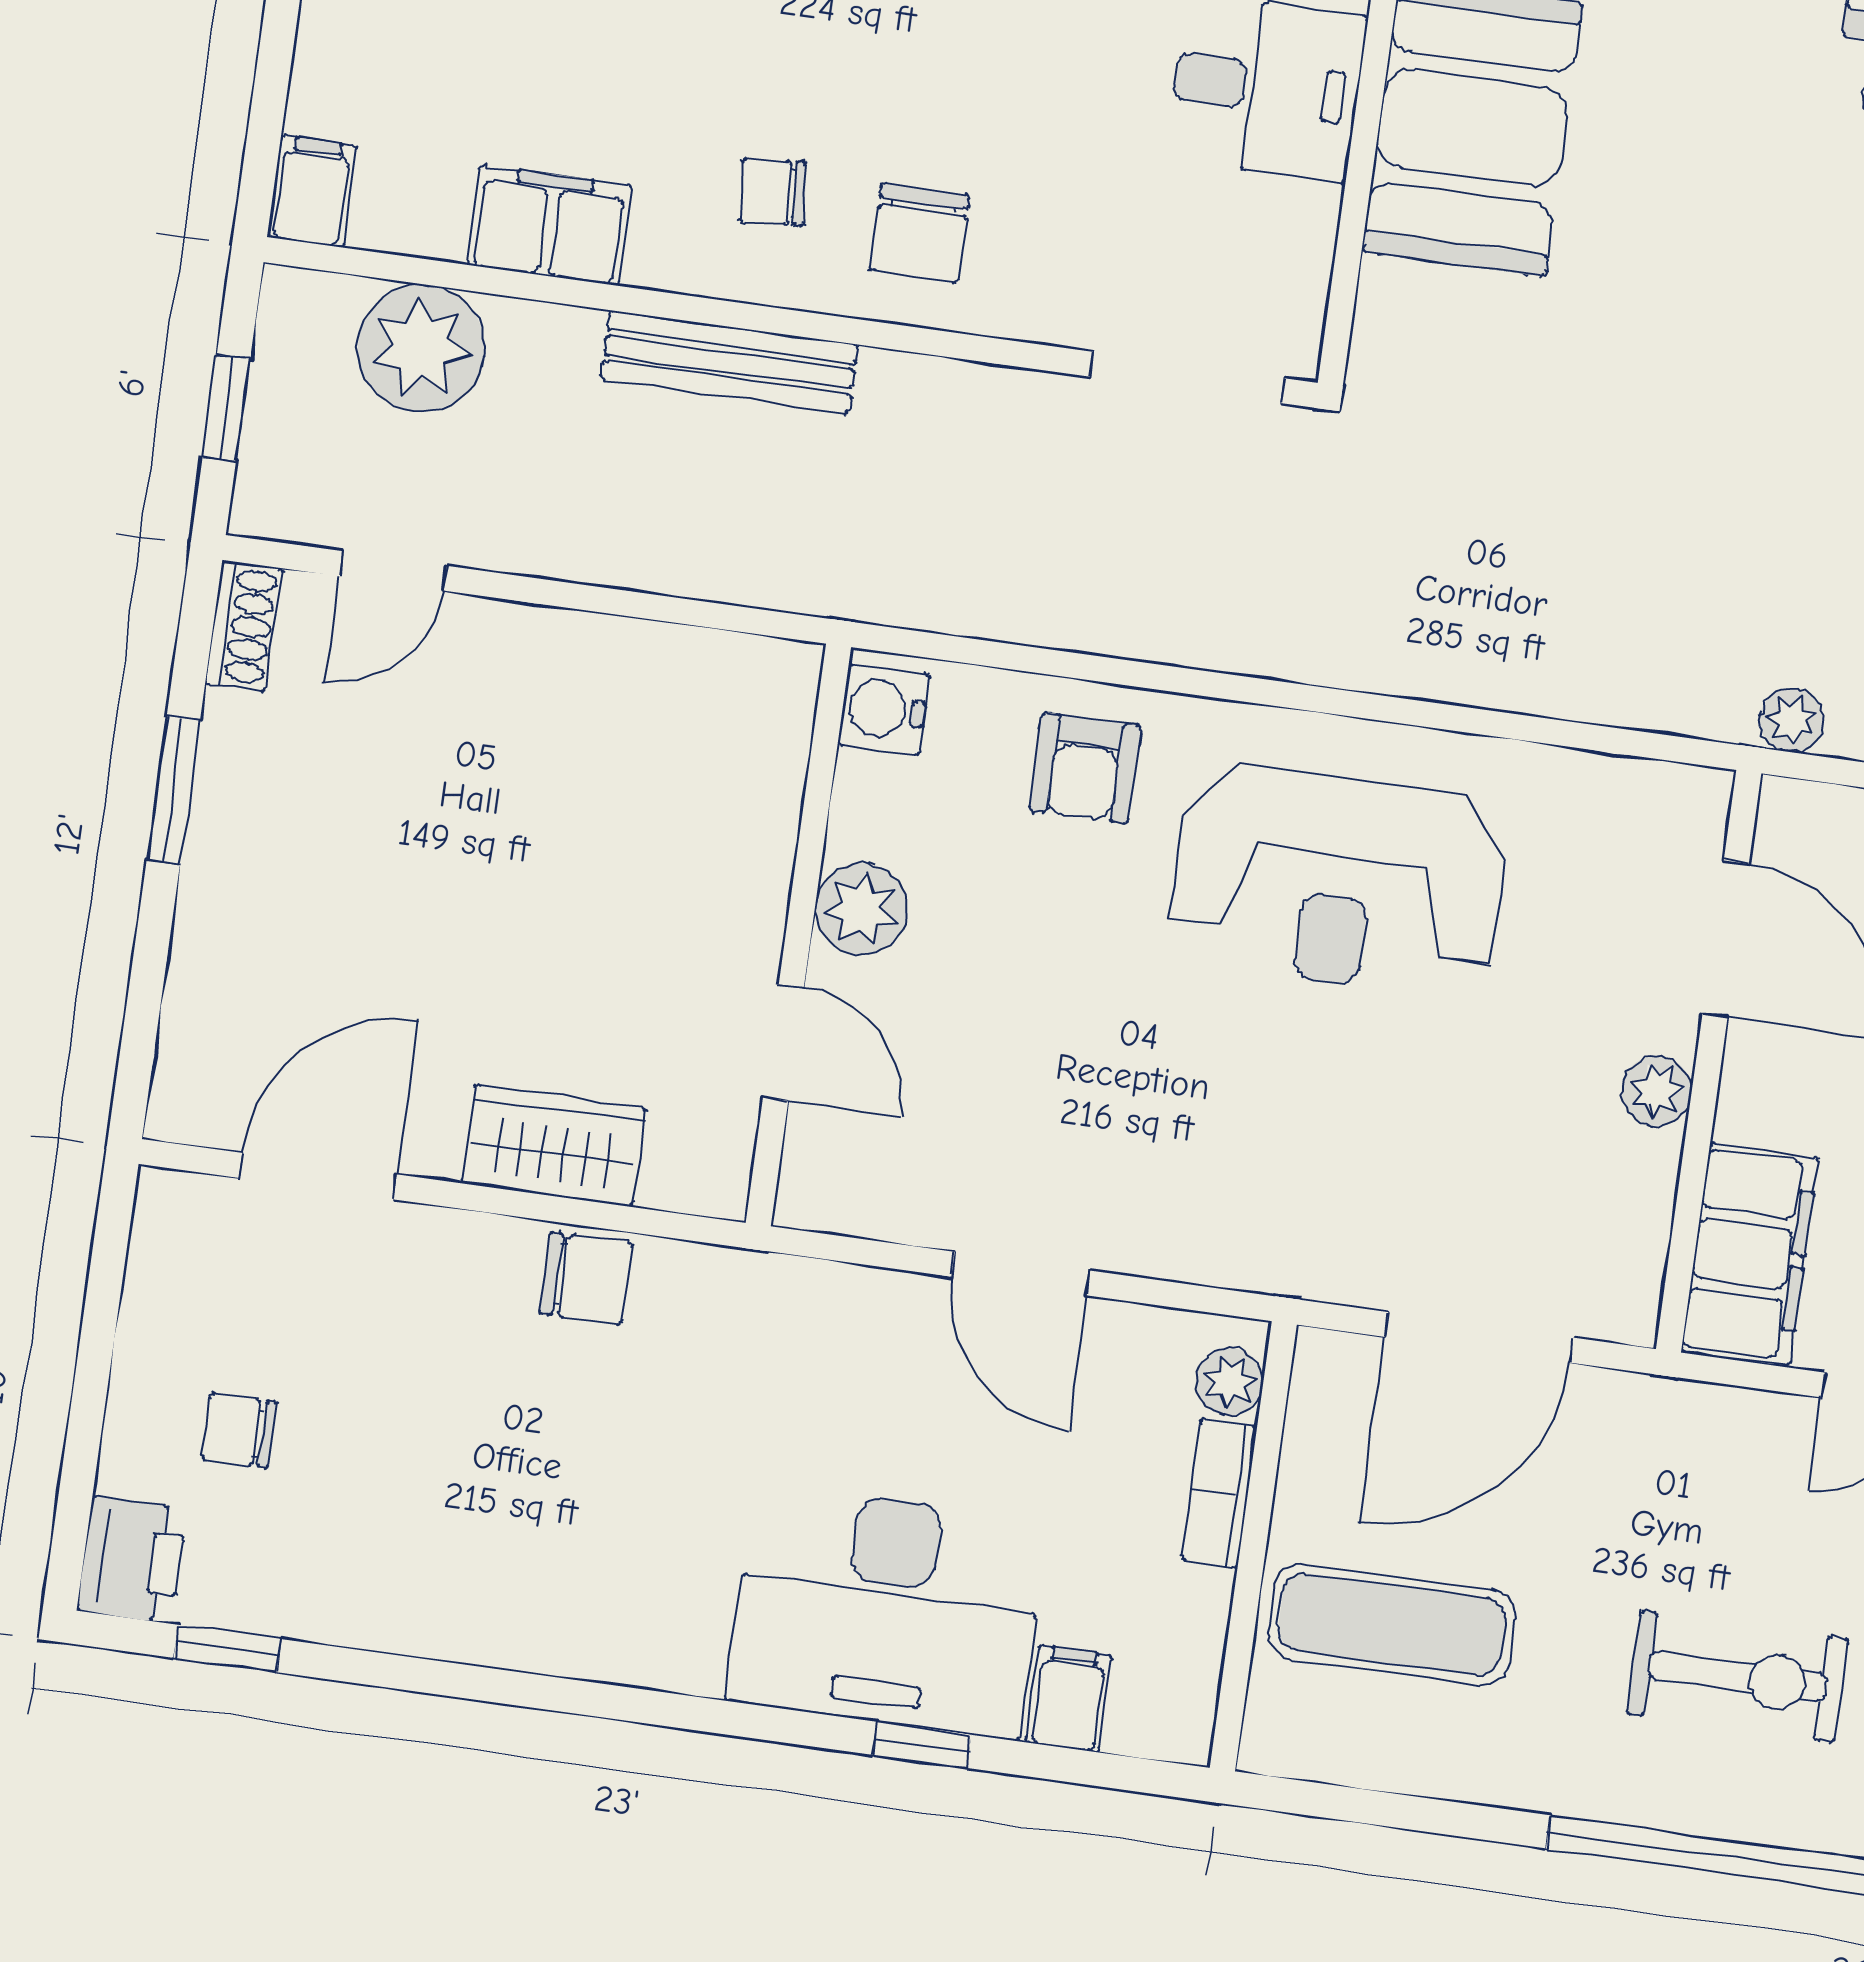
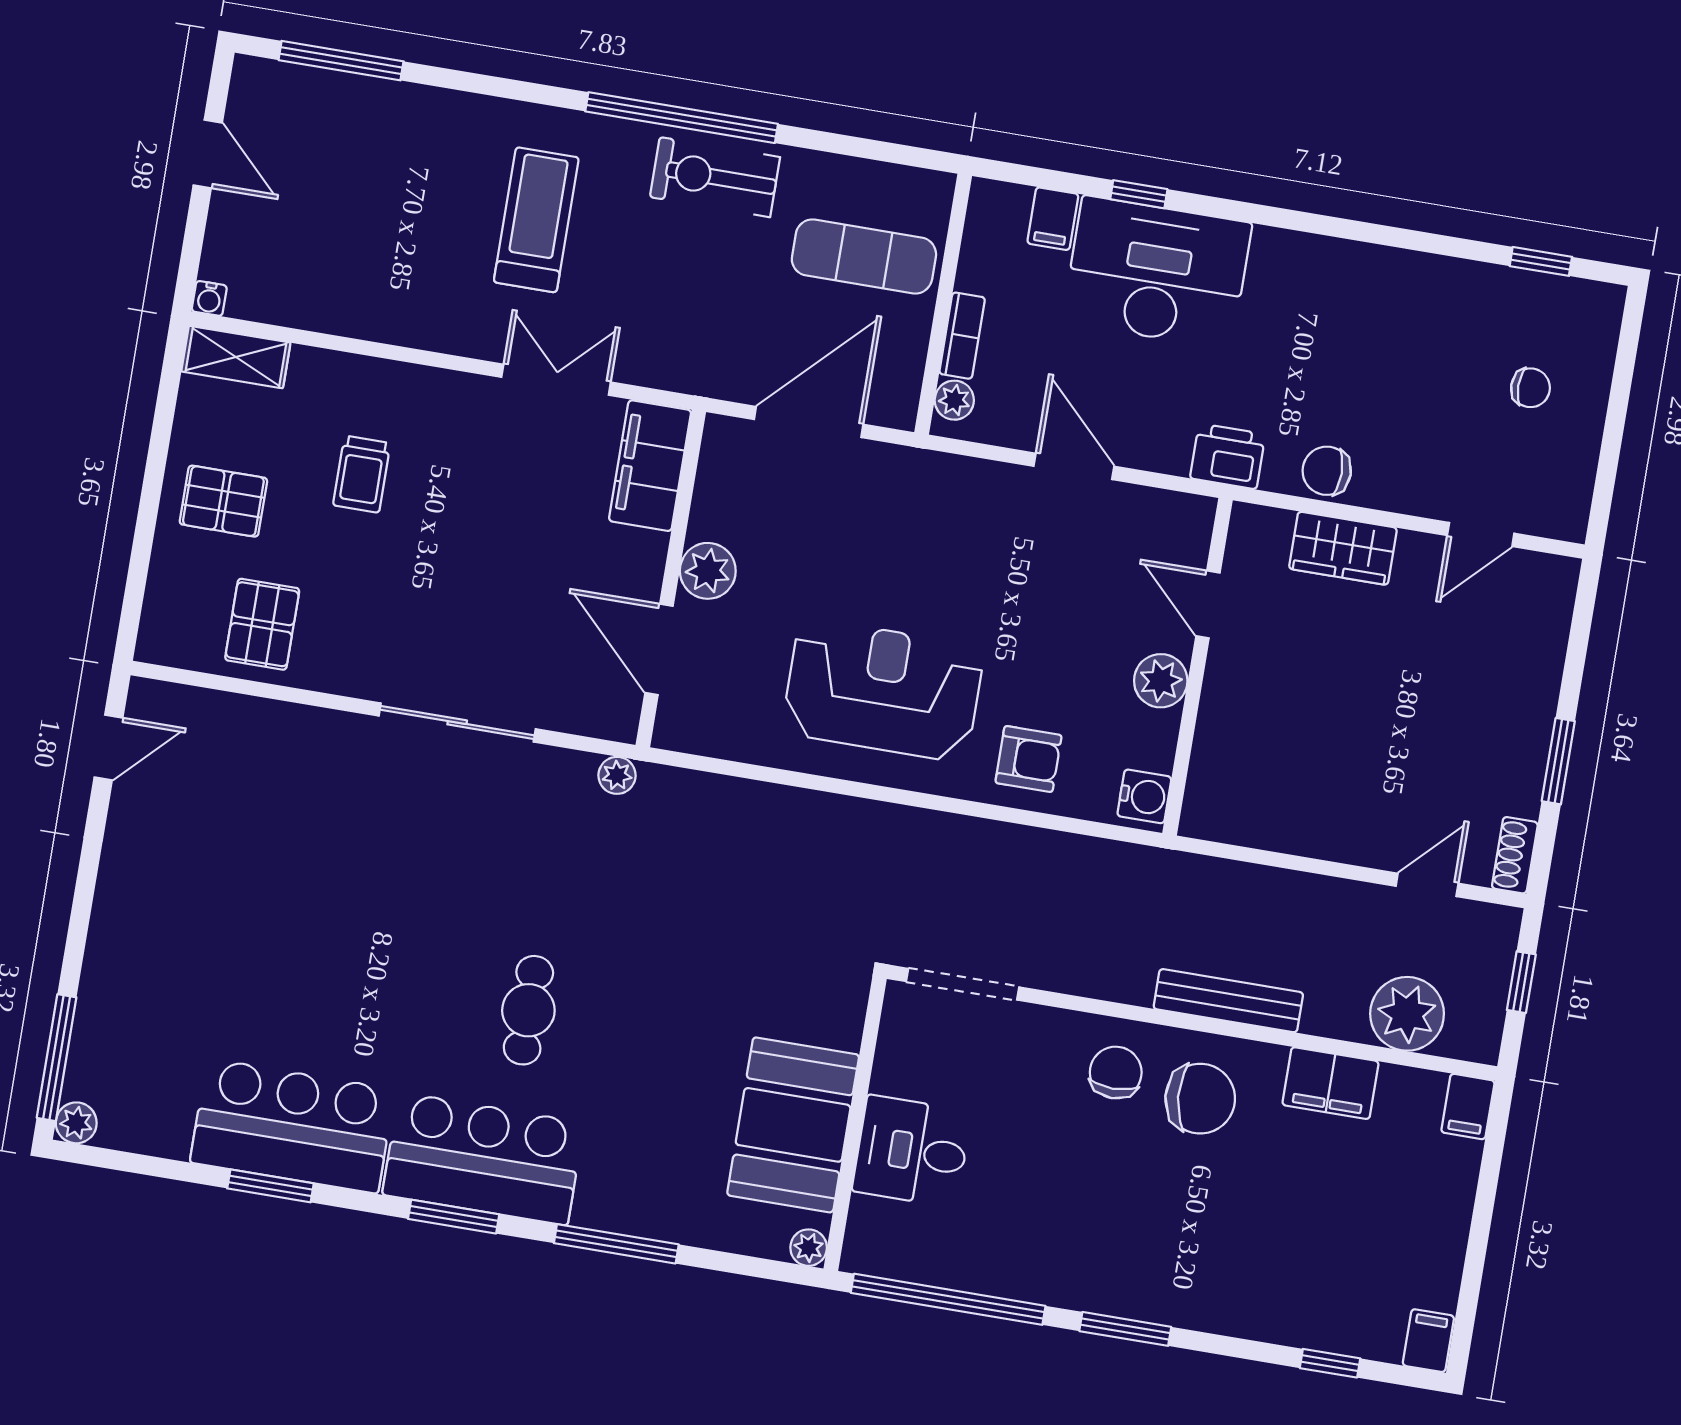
chair: (773, 192) -> (1200, 1099), width x1.87, depth x1.87
armchair: (1085, 768) -> (1028, 759), turned 90
plant: (1657, 1091) -> (708, 571), width x1.38, depth x1.38
door: (318, 1176) -> (1481, 534), width x0.73
printer: (132, 1560) -> (1228, 456), moved, turned 90
exercise bike: (1738, 1677) -> (715, 177), moved

